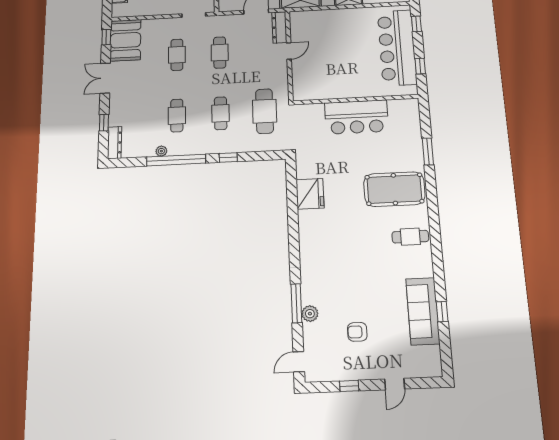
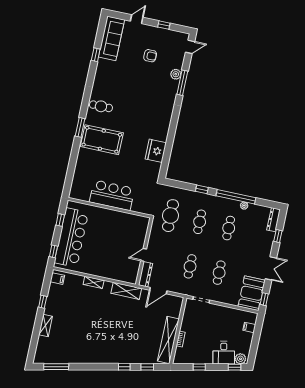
window: (428, 151) -> (80, 127), moved
sofa: (423, 311) -> (111, 38), moved

